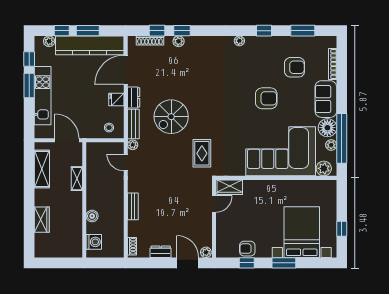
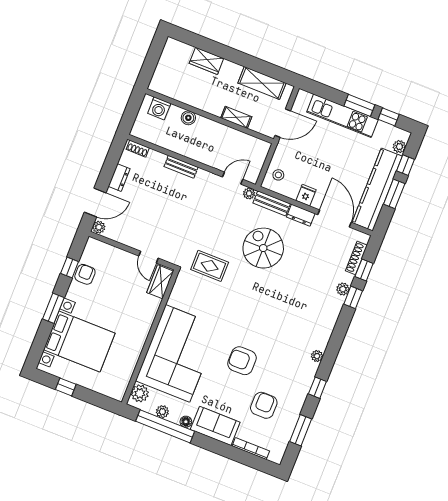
armchair: (295, 67) -> (264, 405), turned 180
armchair: (266, 98) -> (242, 361), turned 90
floor lamp: (327, 128) -> (186, 422), width x0.53, depth x0.53

